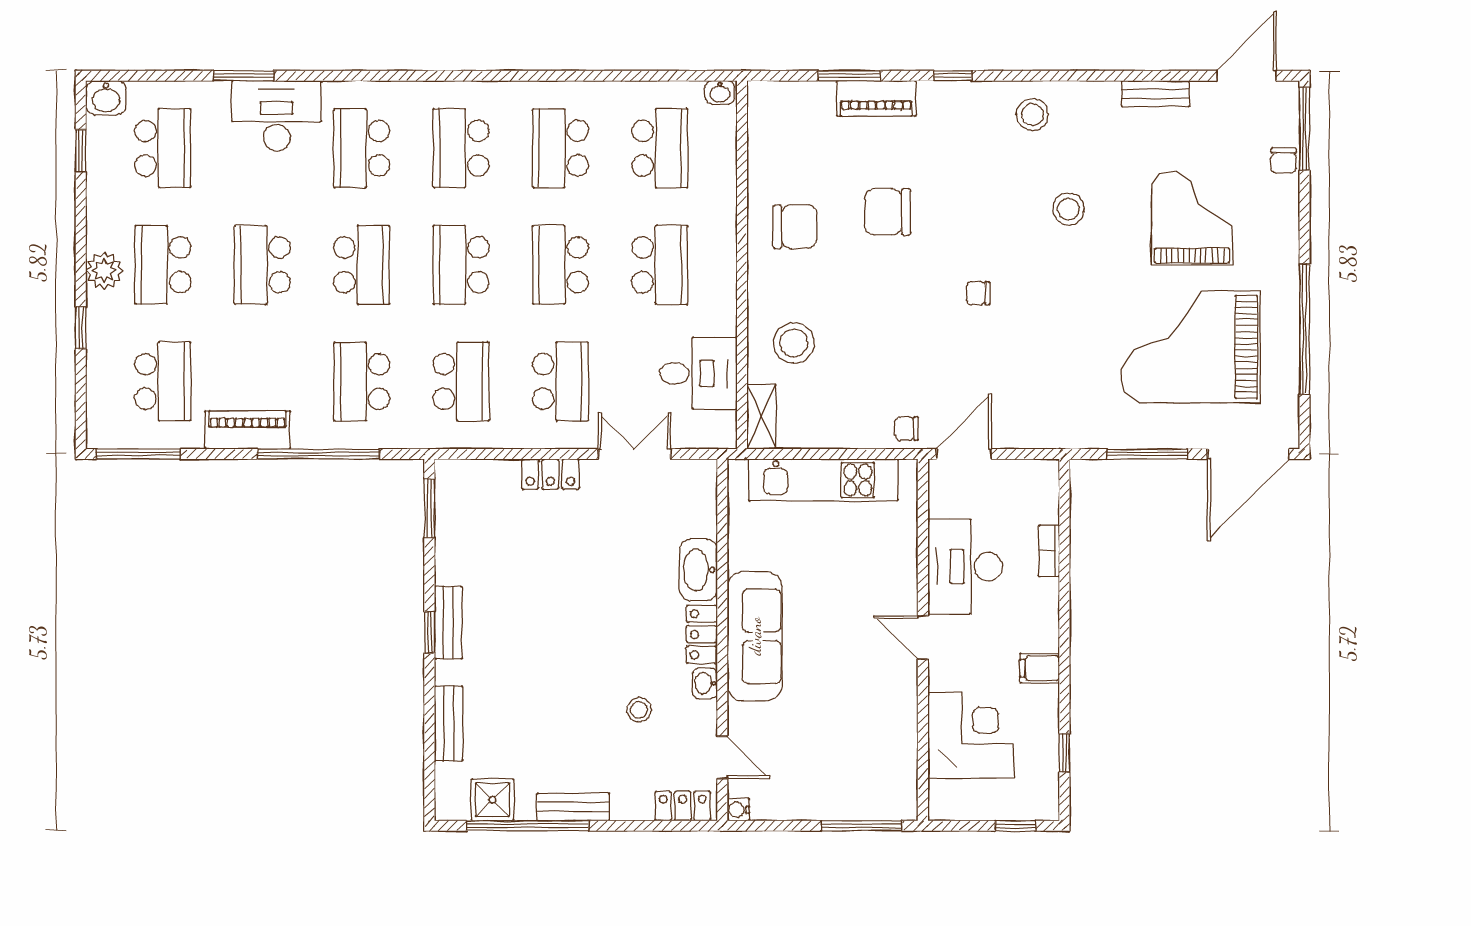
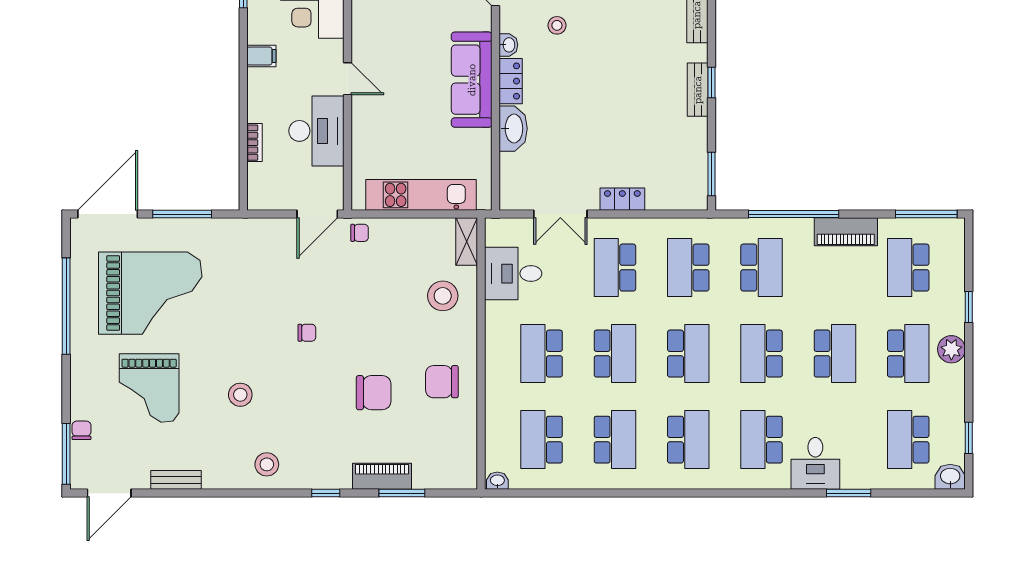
desk: (277, 116) -> (815, 463), width x0.73
school desk: (362, 148) -> (762, 440), turned 180

